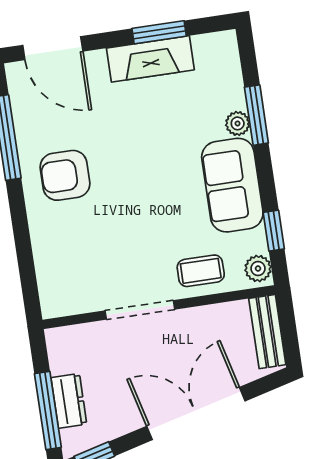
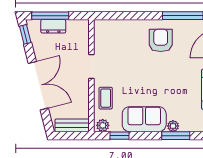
doorway: (140, 310) -> (91, 66), width x0.73

